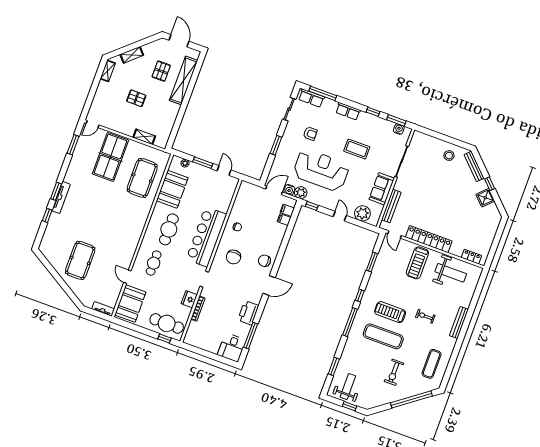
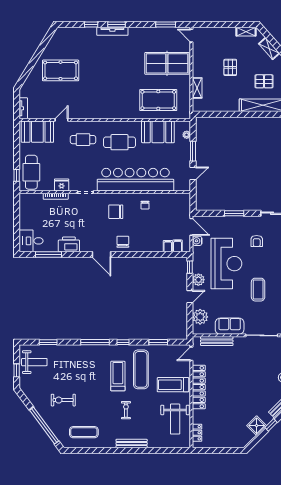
plant: (301, 193) -> (198, 280), moved
bar counter: (206, 237) -> (135, 180), width x1.36
exercise mat: (383, 336) -> (141, 369), moved

